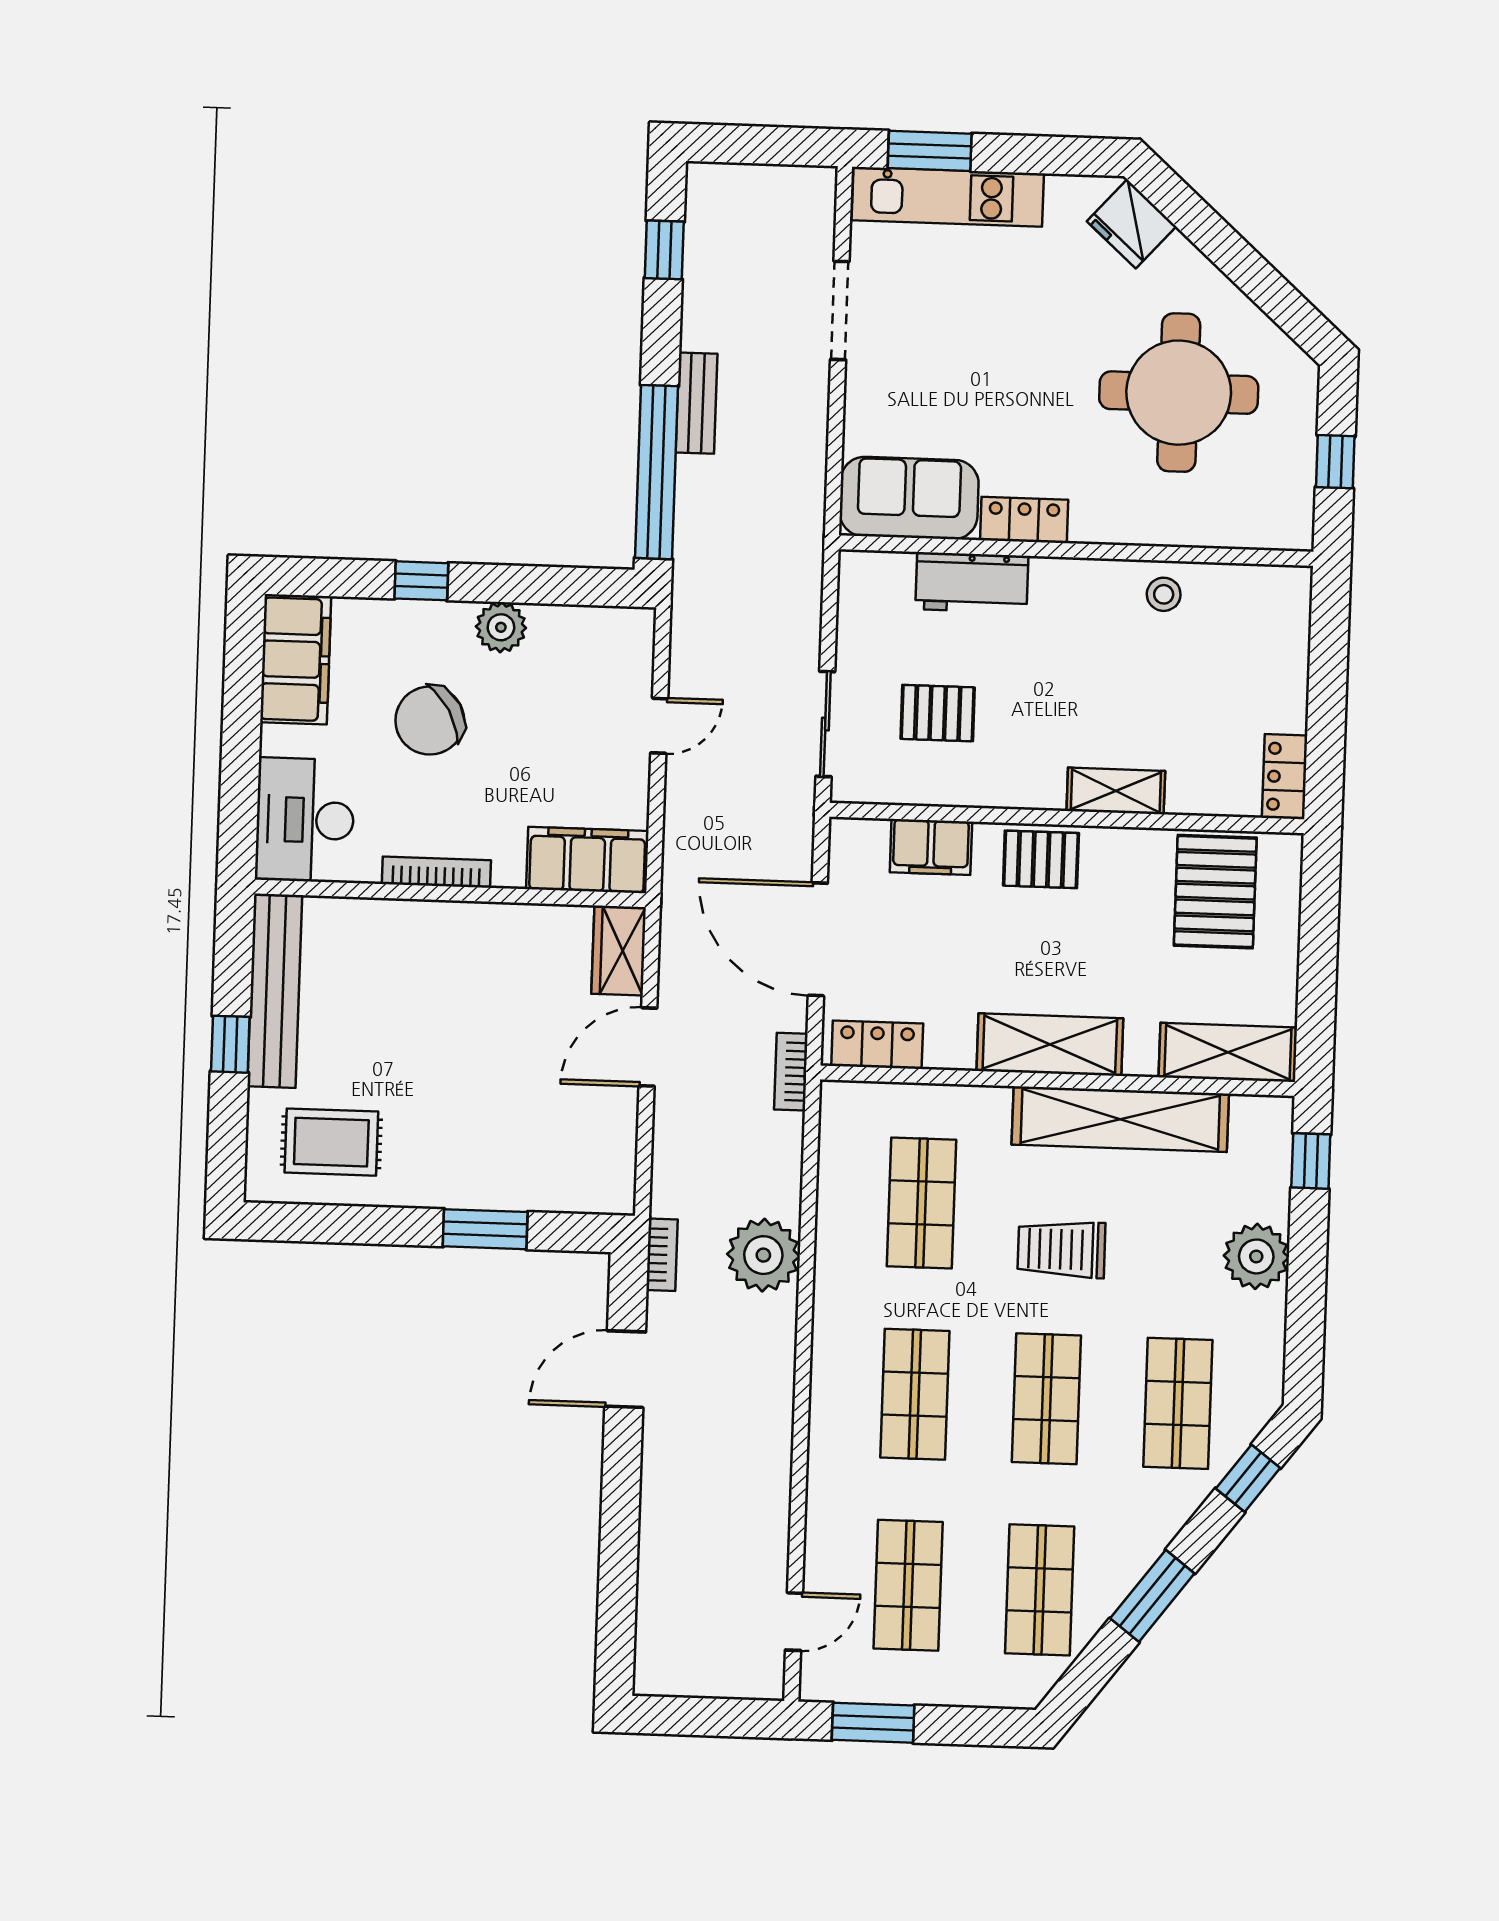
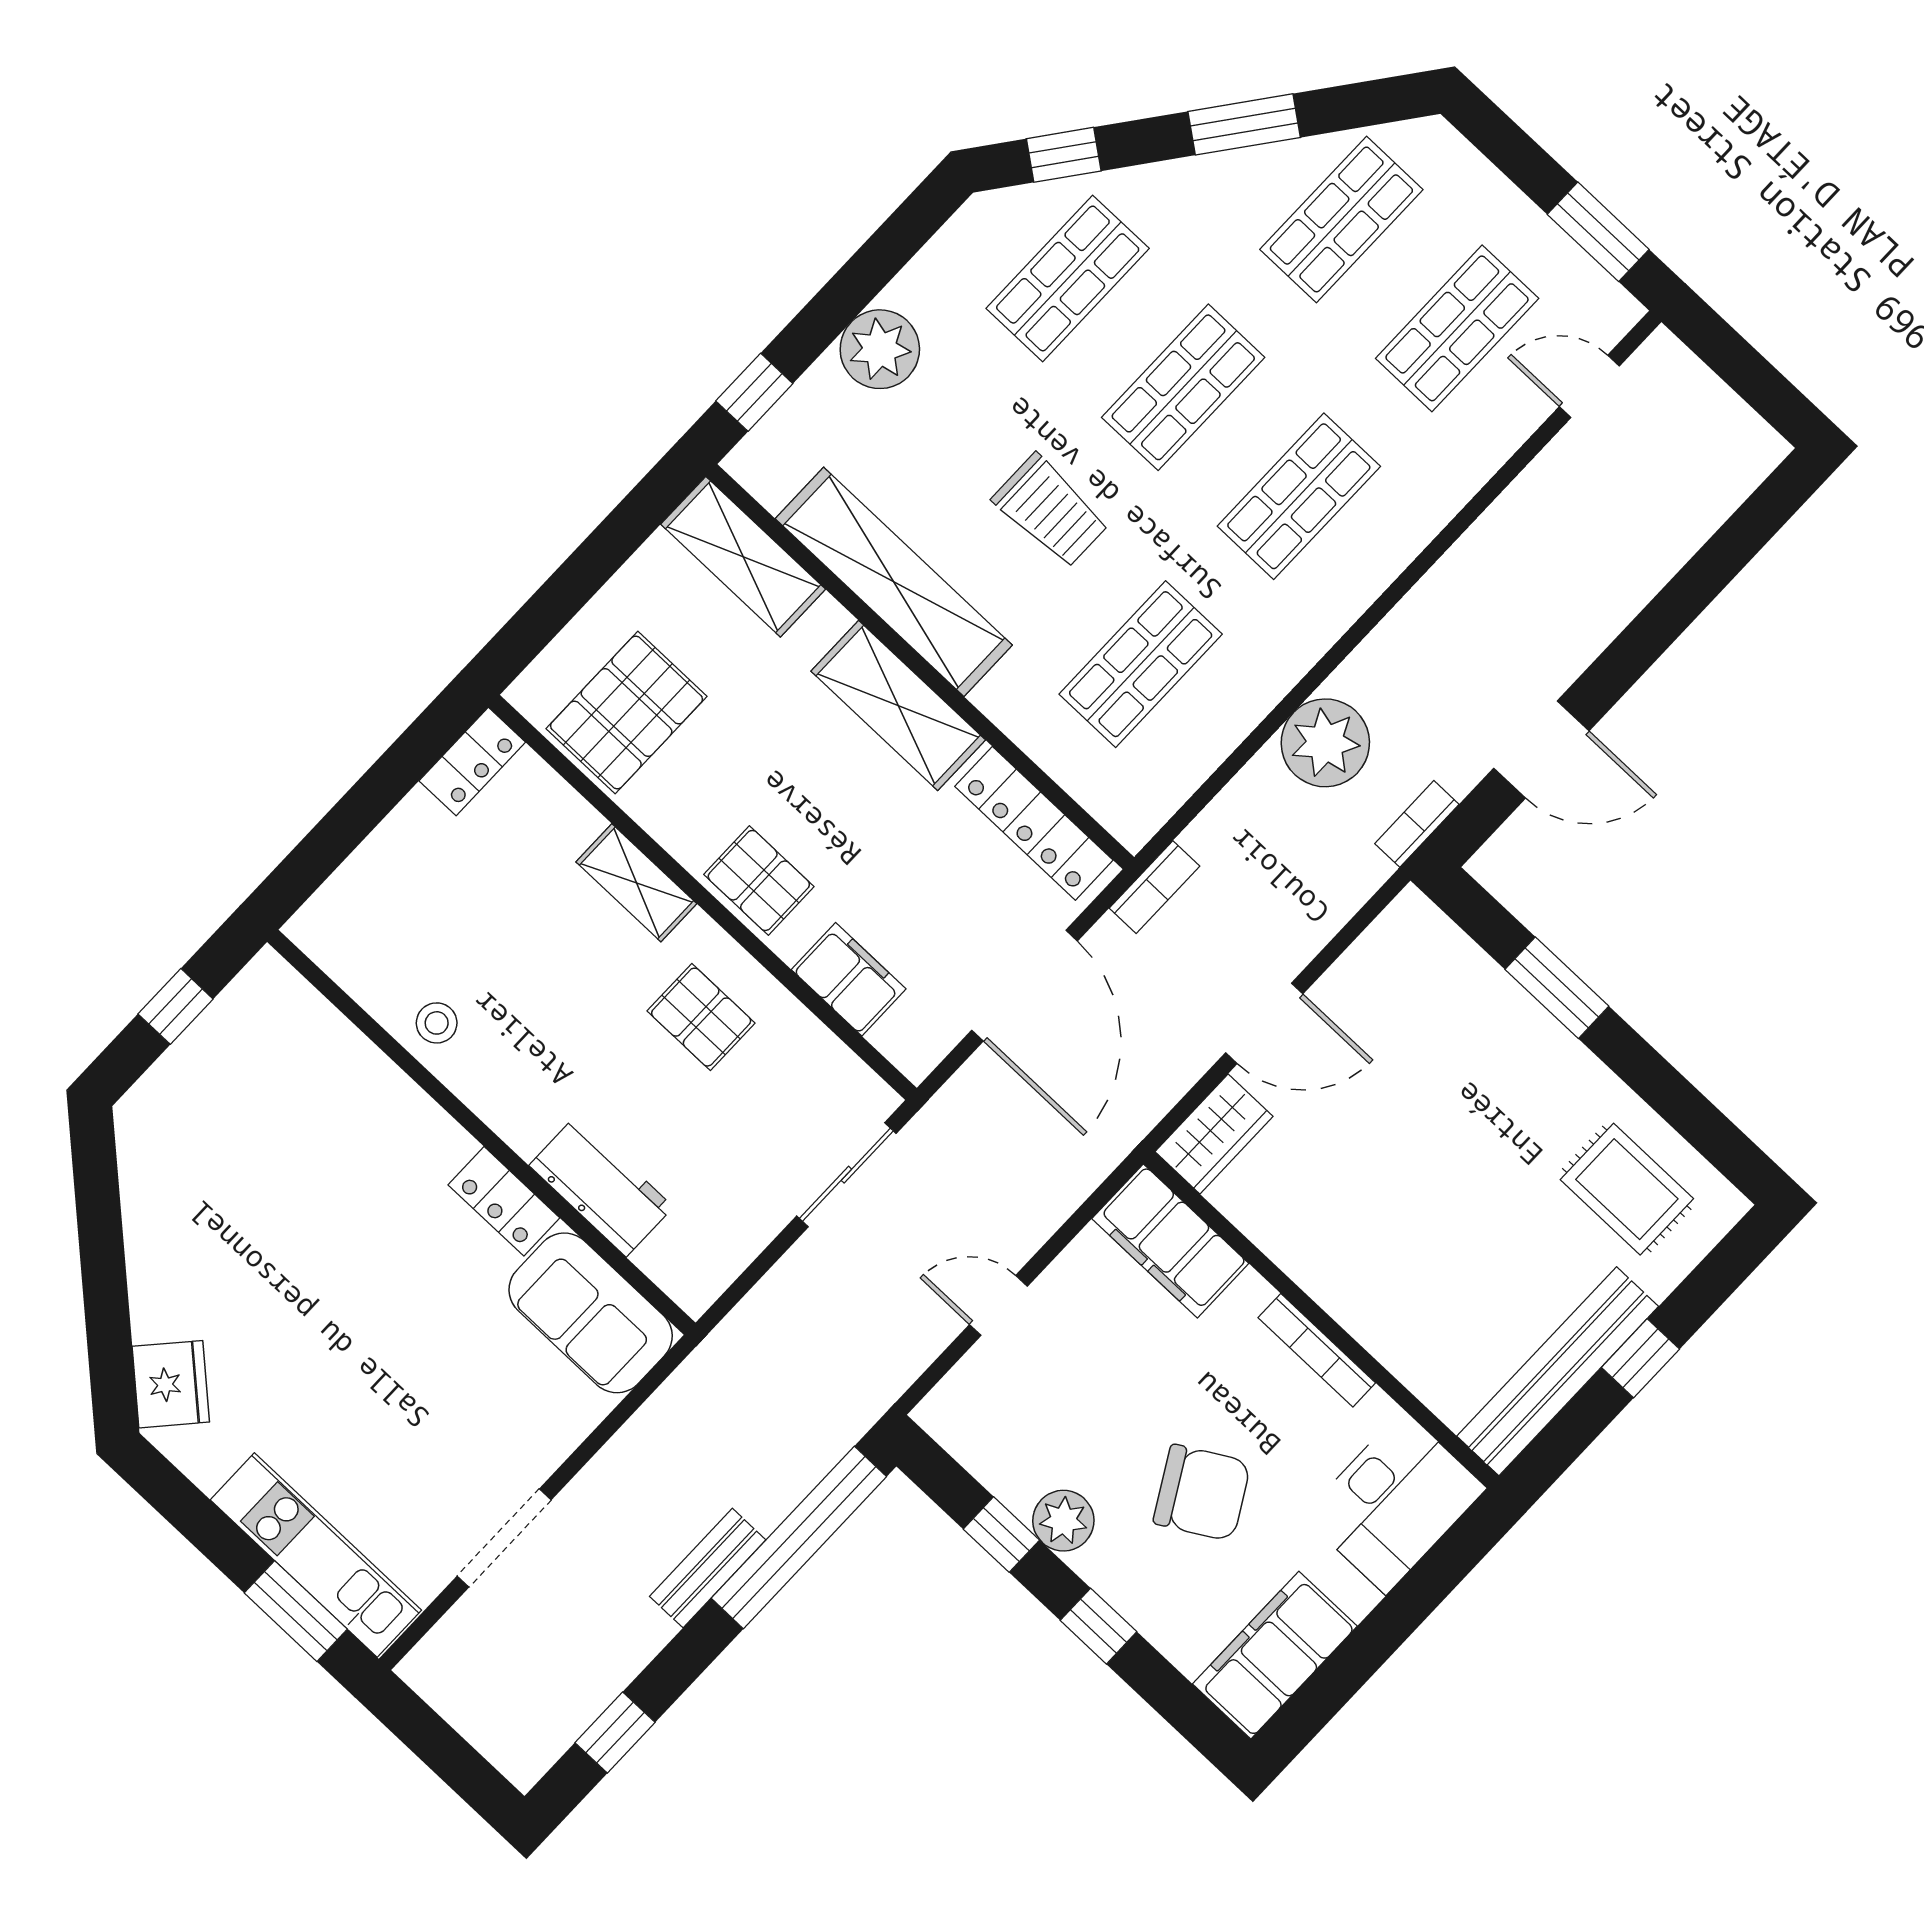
round table: (1179, 393) -> (262, 1194), removed
window: (532, 585) -> (1001, 1535), added
pallet: (938, 713) -> (701, 1017), moved
locker: (877, 1045) -> (1034, 823), width x1.53

